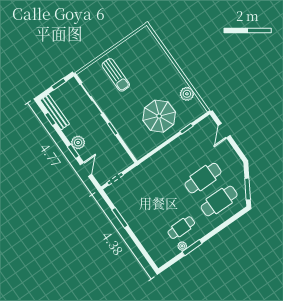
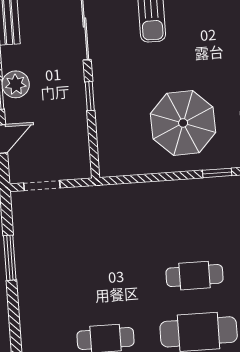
cafe table: (203, 178) -> (195, 276), width x0.73, depth x0.74

